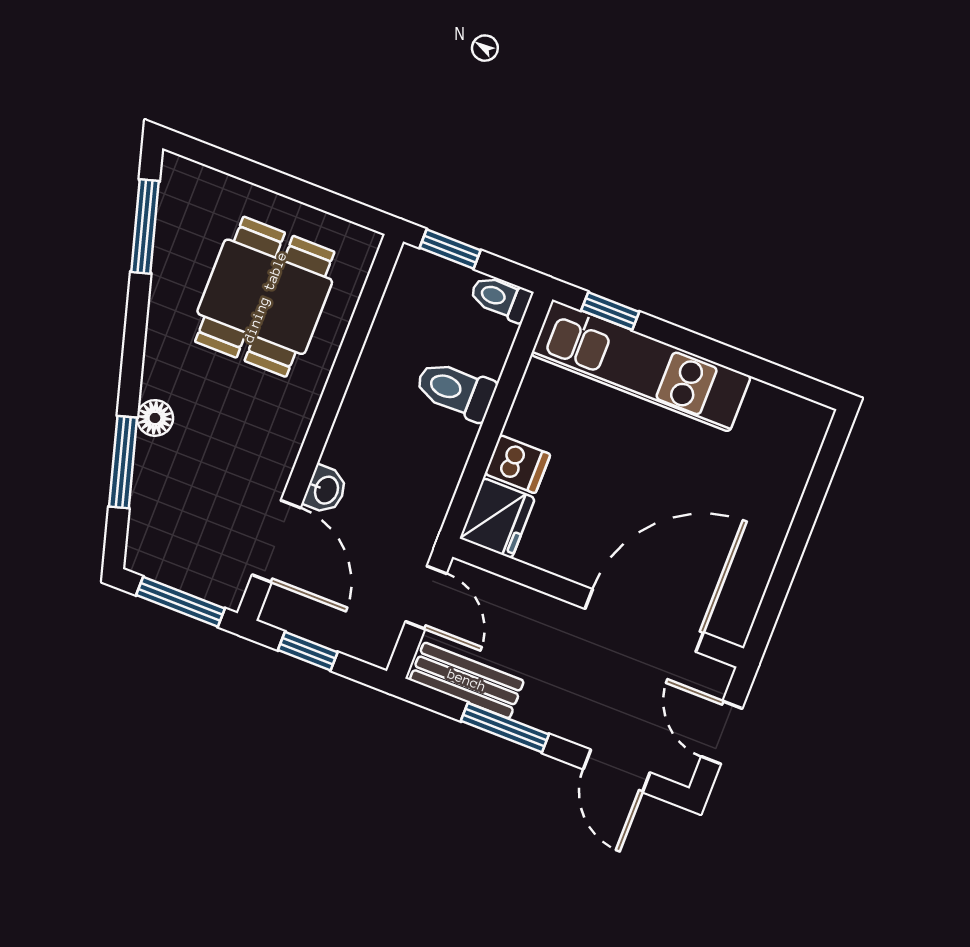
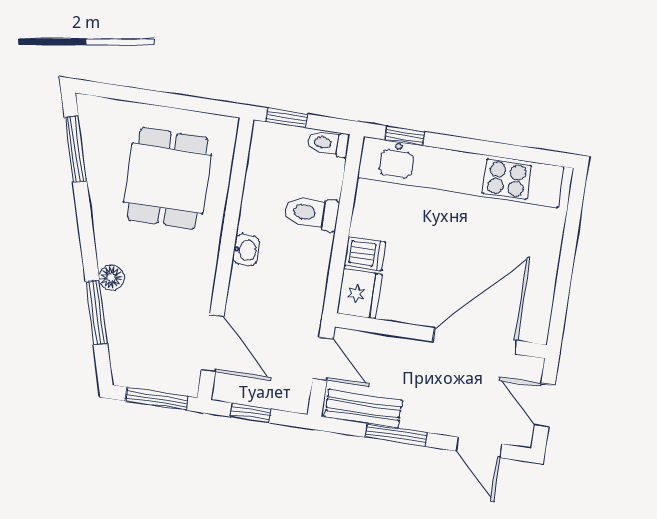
kitchen unit: (641, 366) -> (461, 172), width x1.36
washbasin: (325, 490) -> (246, 250), moved

